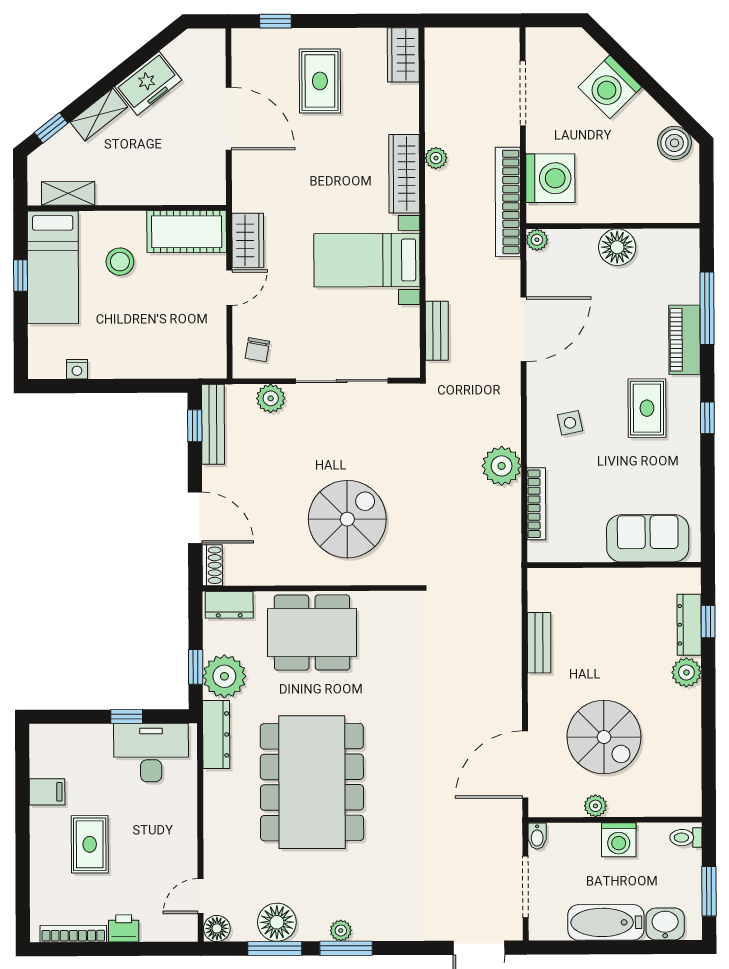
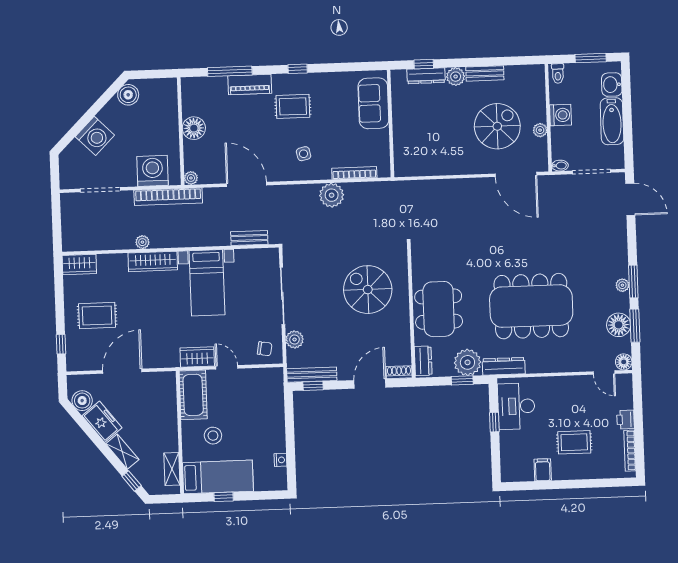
boiler: (183, 52) -> (82, 401), added
bench: (539, 643) -> (485, 73), moved

